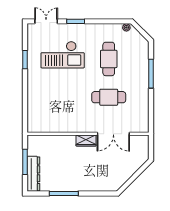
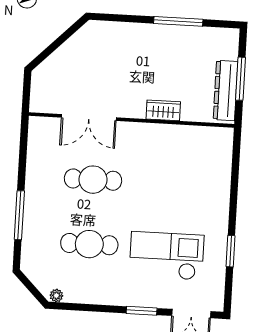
cafe table: (109, 59) -> (89, 244), turned 90
double door: (113, 134) -> (89, 118), swing flipped
wardrobe: (86, 140) -> (163, 110), moved
dresser: (33, 174) -> (226, 90), moved

